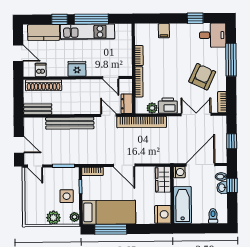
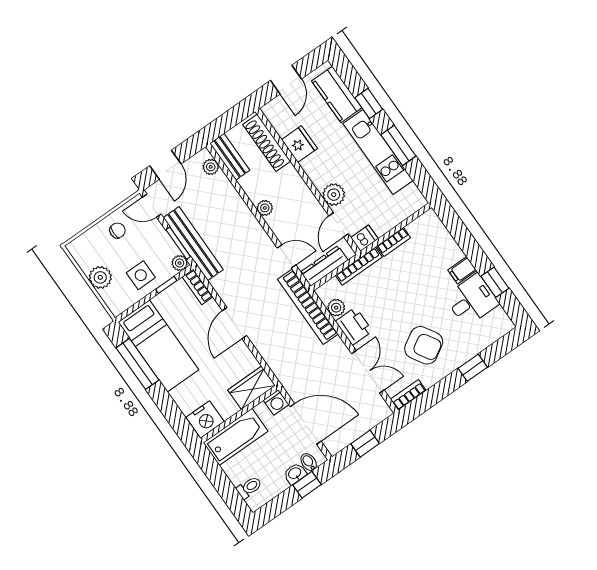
window: (91, 19) -> (398, 145), width x0.69
filing cabinet: (164, 31) -> (462, 270), moved
desk: (213, 35) -> (472, 300), moved, turned -90
window: (231, 60) -> (473, 368), width x0.46
fridge: (77, 69) -> (299, 144), moved
plant: (94, 69) -> (334, 195), added
dishwasher: (41, 70) -> (364, 238), moved
armchair: (202, 77) -> (424, 345), turned 34
dresser: (127, 104) -> (324, 266), width x1.44
plant: (76, 109) -> (265, 208), added
door: (108, 115) -> (286, 256), hinge flipped
plant: (36, 122) -> (211, 167), added
bench: (70, 123) -> (193, 244), moved
door: (35, 166) -> (152, 206), hinge flipped
chair: (36, 192) -> (117, 230), added
plant: (74, 217) -> (180, 263), moved

